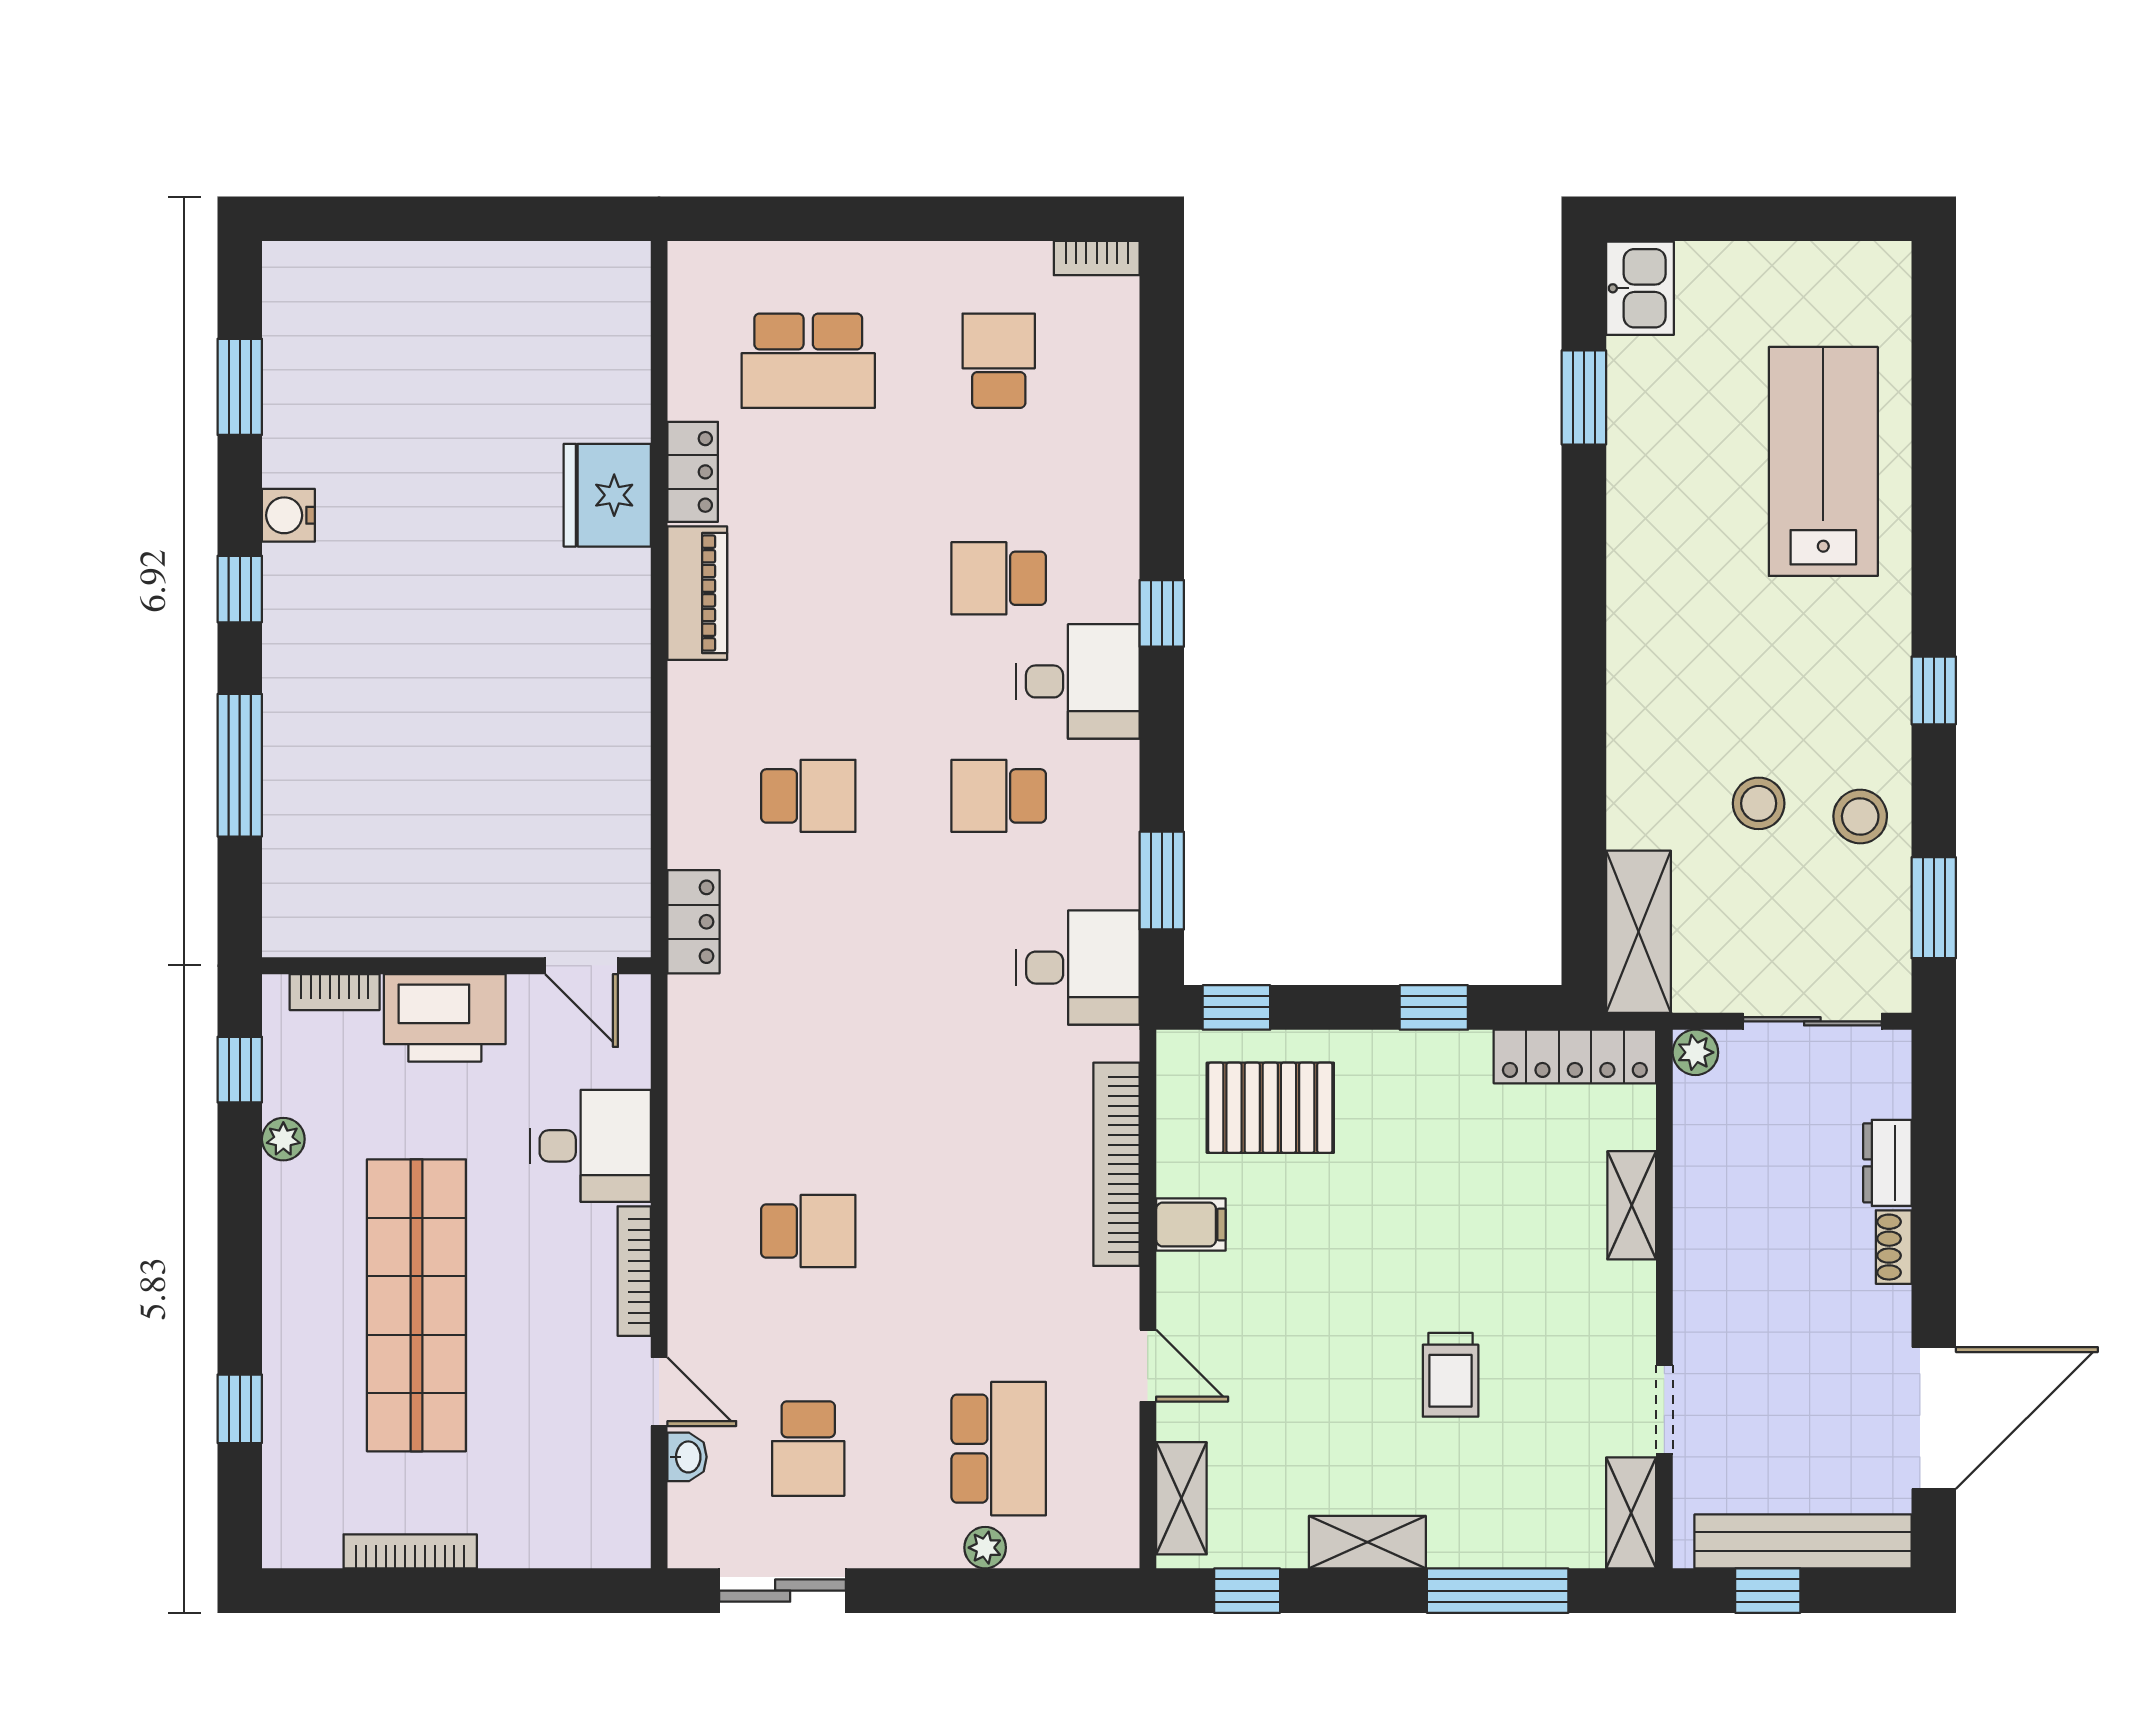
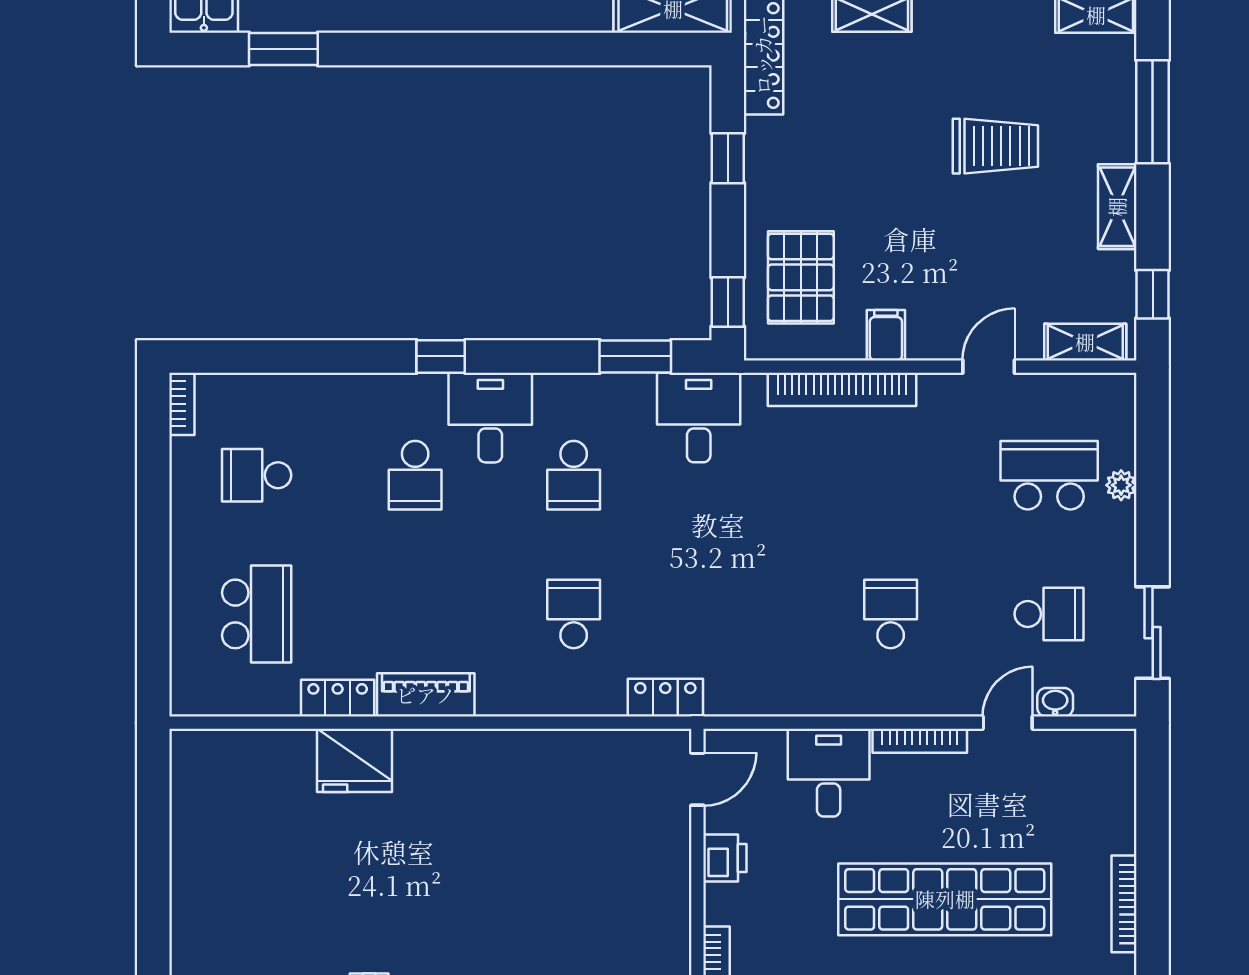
printer: (445, 1018) -> (725, 858), width x0.53, depth x0.68
trolley: (1451, 1375) -> (995, 146), width x1.36, depth x1.39

